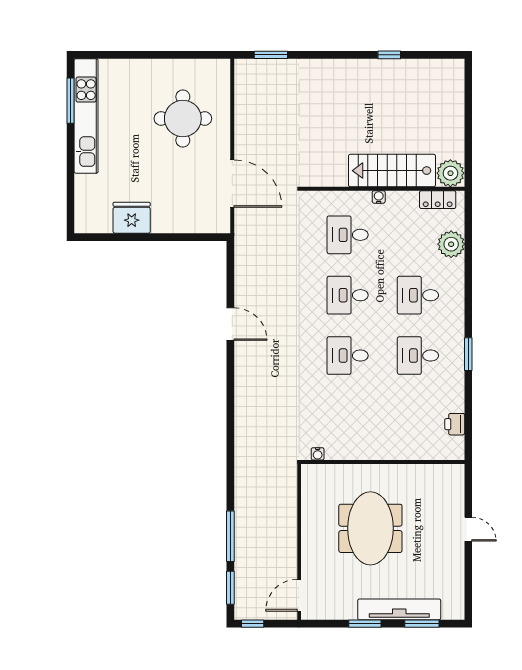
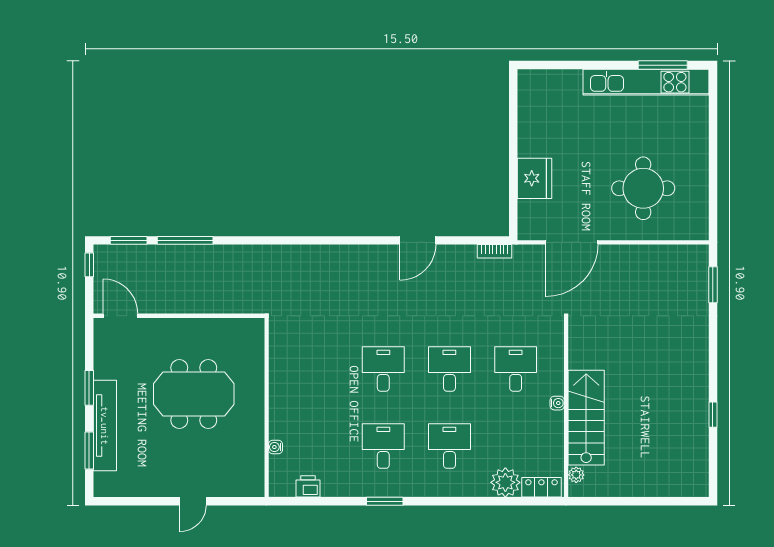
plant: (450, 173) -> (576, 475), width x0.53, depth x0.53
locker: (438, 200) -> (541, 487), moved, turned 90
fridge: (132, 218) -> (534, 178), moved
bookcase: (240, 254) -> (495, 251), added
water cooler: (318, 454) -> (275, 447), moved

